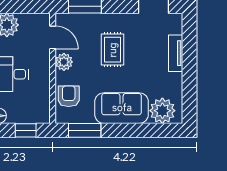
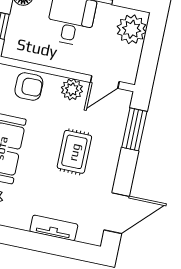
rug: (113, 50) -> (74, 152), turned 90

